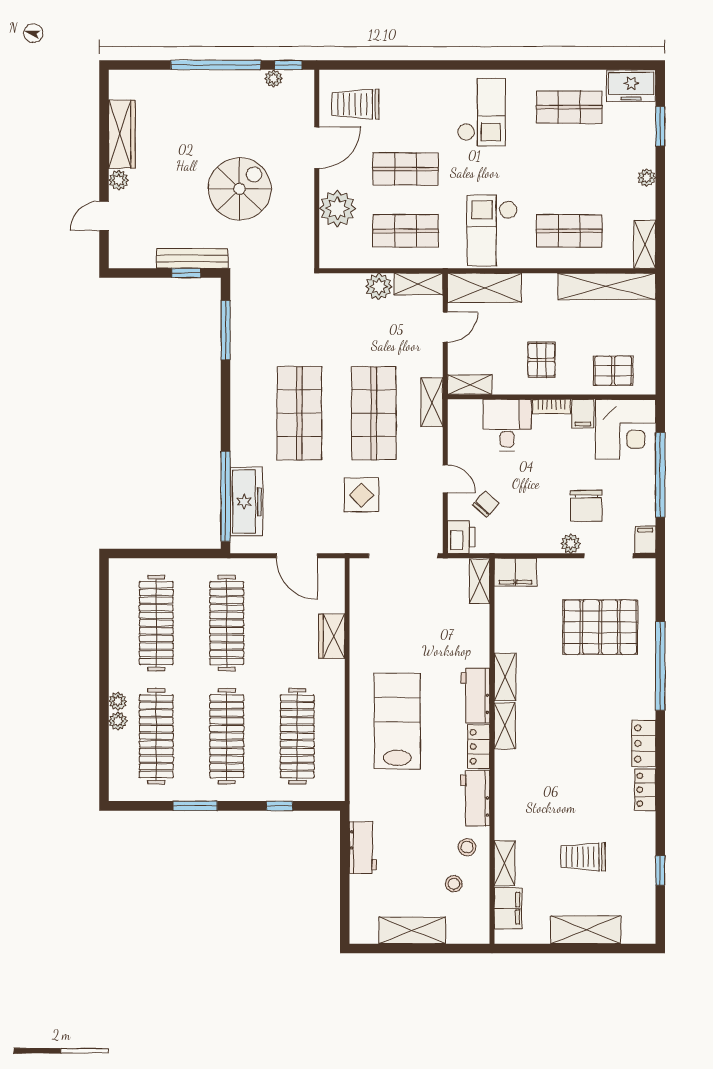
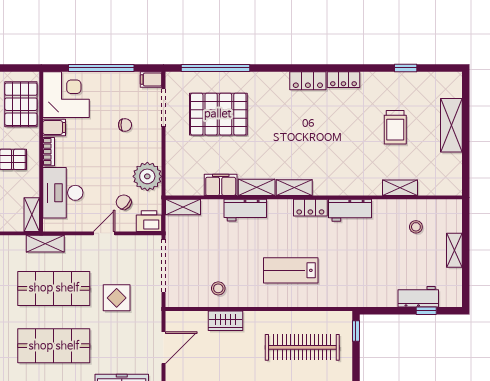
pallet: (613, 371) -> (21, 104), width x1.50, depth x1.42
desk: (507, 425) -> (63, 193), width x1.37
chair: (586, 506) -> (125, 125), width x0.54, depth x0.54
plant: (571, 544) -> (147, 176), moved, width x1.87, depth x1.87
filing cabinet: (515, 572) -> (221, 185), moved, turned -90
pallet: (600, 627) -> (218, 114), turned 90
window: (660, 666) -> (216, 68), moved
workbench: (475, 695) -> (245, 210), moved
lab bench: (397, 721) -> (291, 270), width x0.73, depth x0.72
window: (279, 806) -> (356, 331), moved
stool: (467, 847) -> (218, 288), moved
workbench: (363, 848) -> (418, 297), moved
window: (345, 897) -> (426, 311), added
filing cabinet: (508, 908) -> (435, 185), removed
shelving: (412, 930) -> (454, 250), width x0.67, depth x0.75

